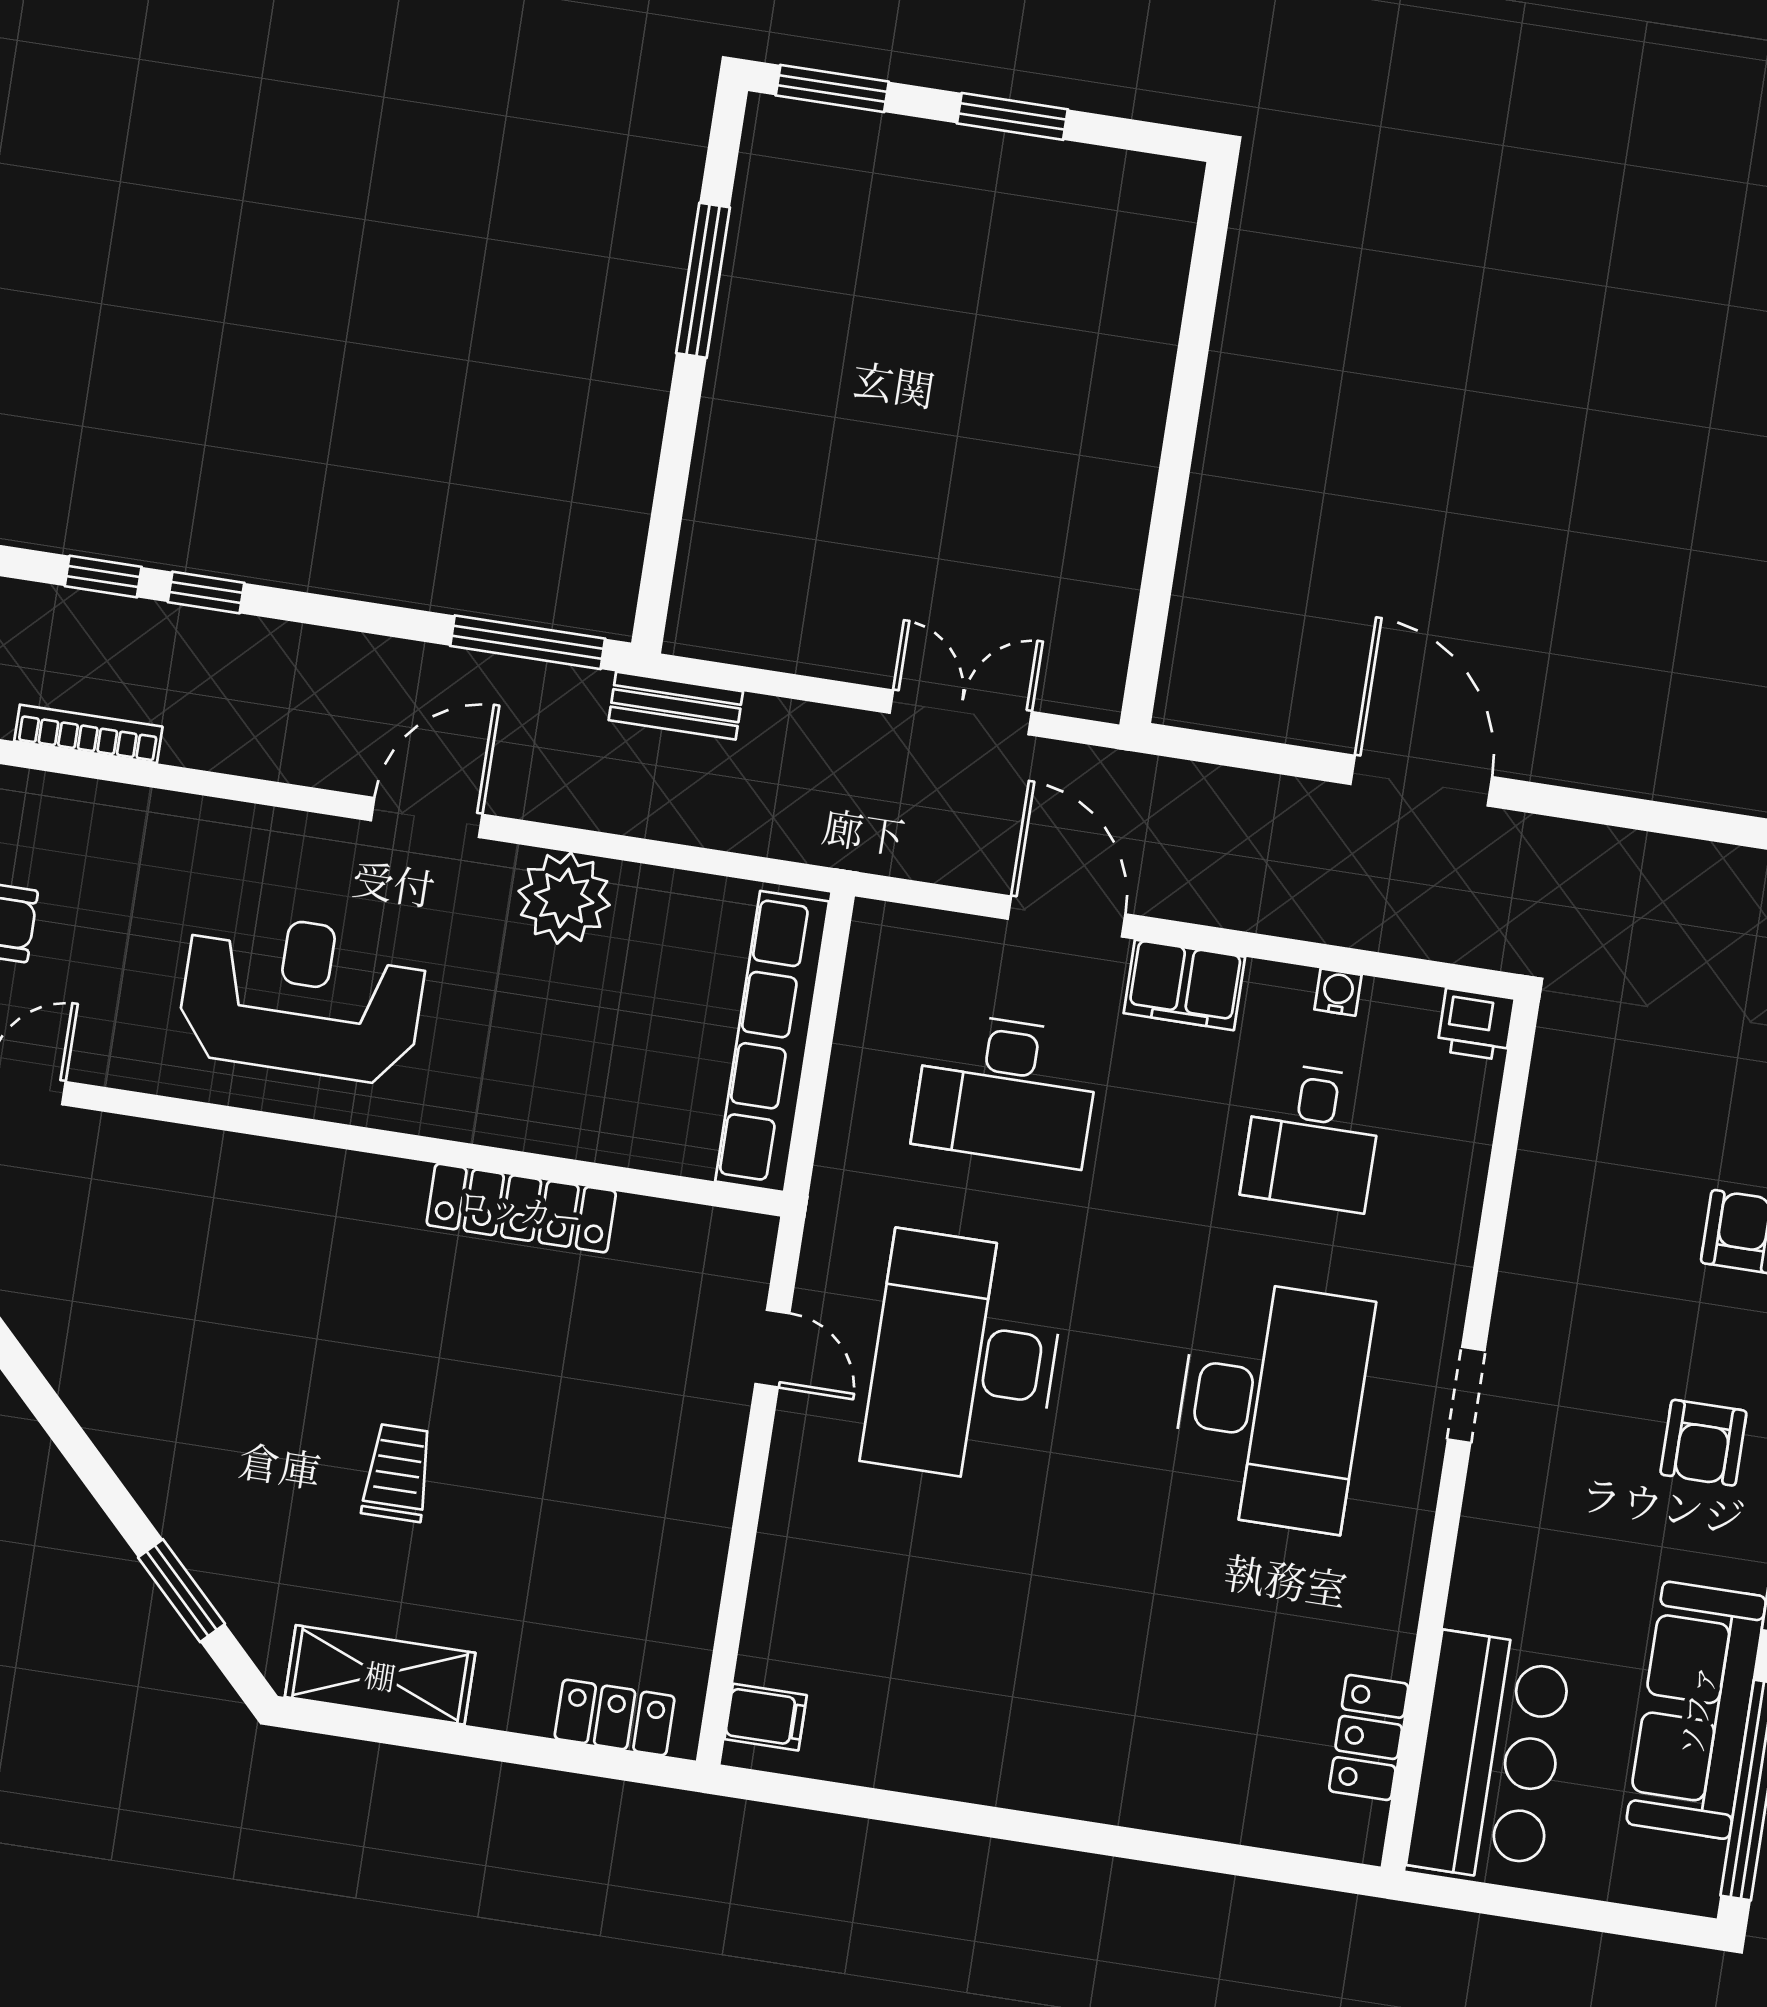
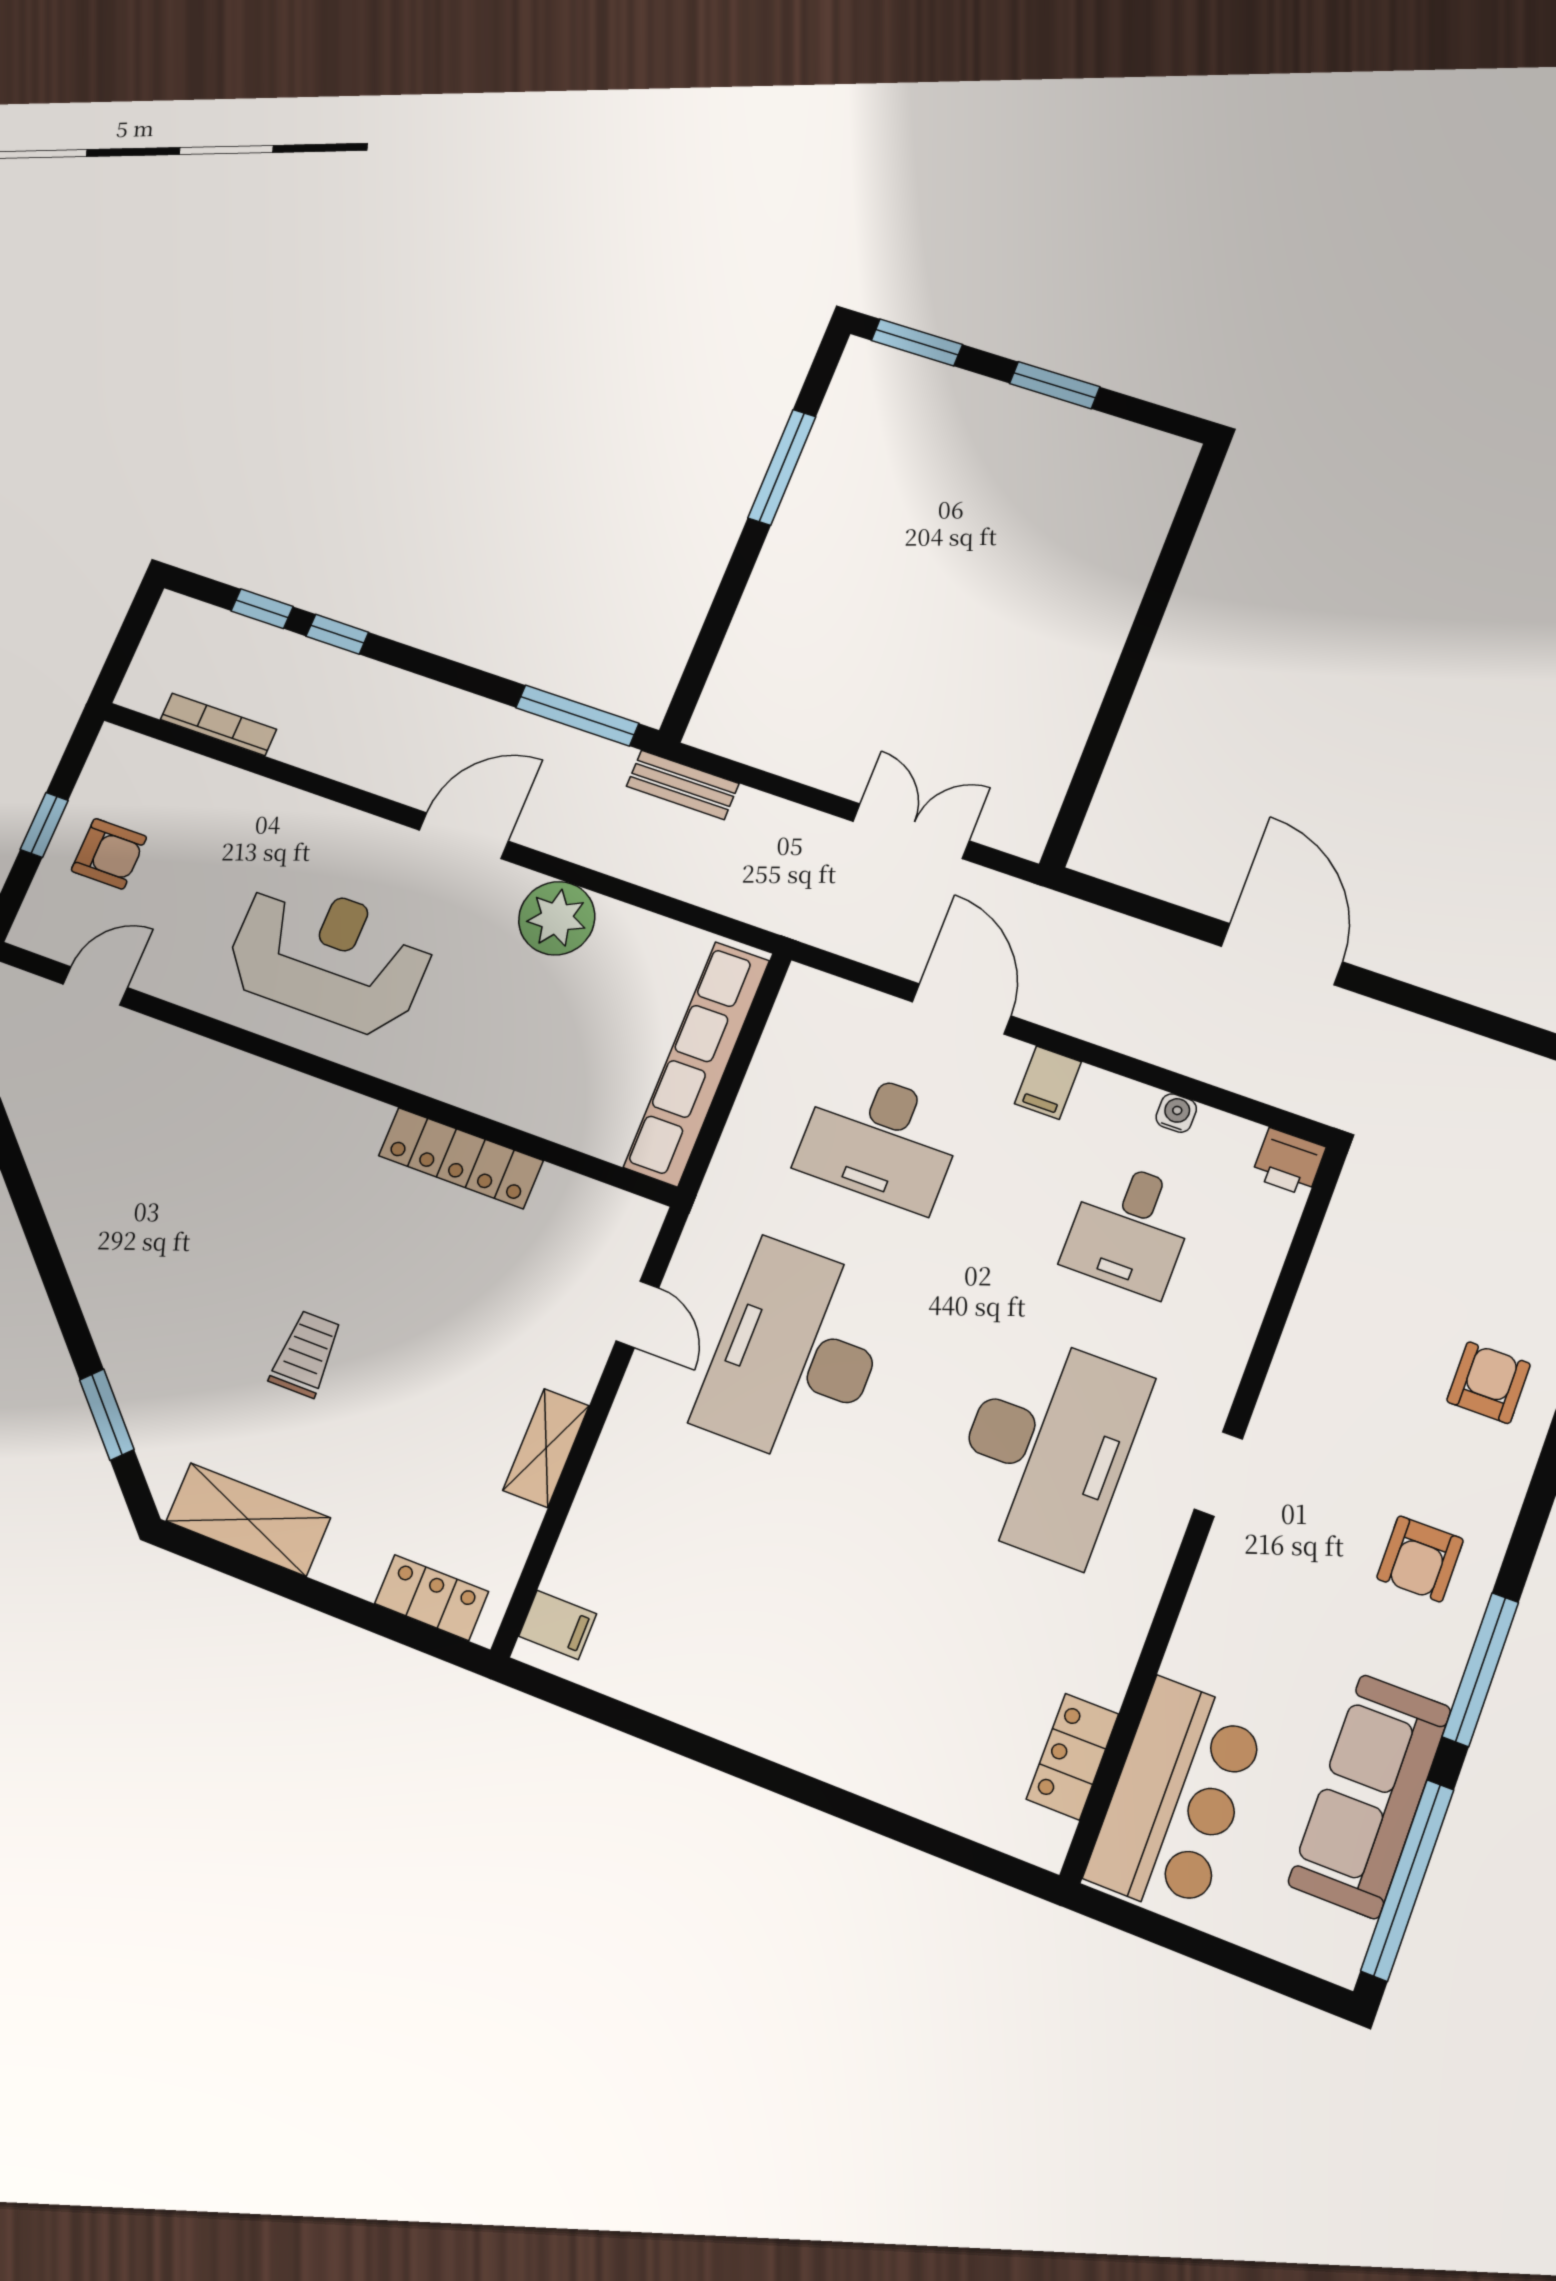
filing cabinet: (1184, 985) -> (1048, 1083), width x0.50
shelving: (704, 1523) -> (546, 1448), added

